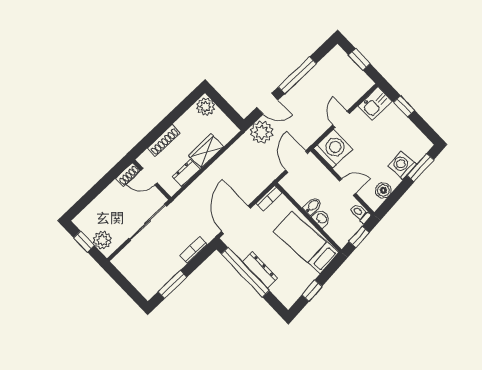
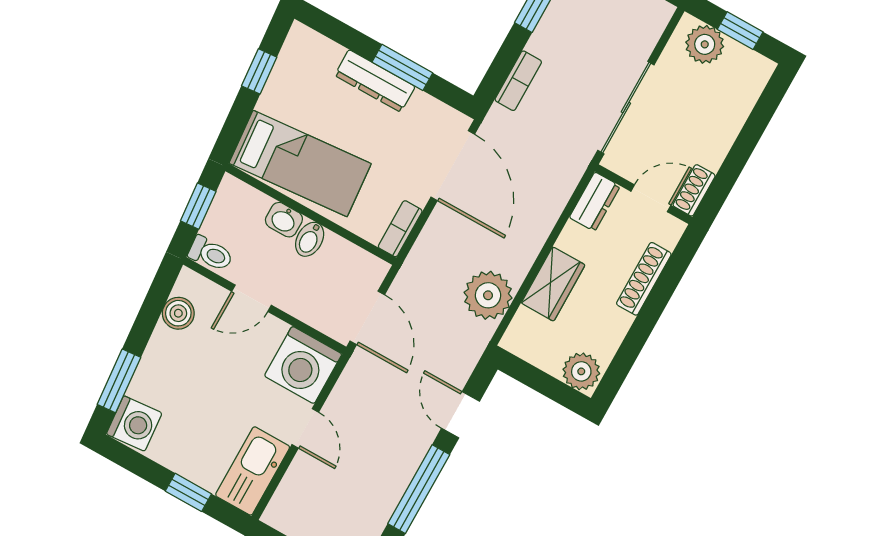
kitchen sink: (375, 103) -> (253, 471), width x1.38
door: (267, 104) -> (461, 415), hinge flipped
plant: (262, 132) -> (488, 295), moved
washing machine: (402, 165) -> (134, 424), moved
dresser: (186, 173) -> (595, 202), moved
window: (245, 272) -> (402, 67), width x0.47

